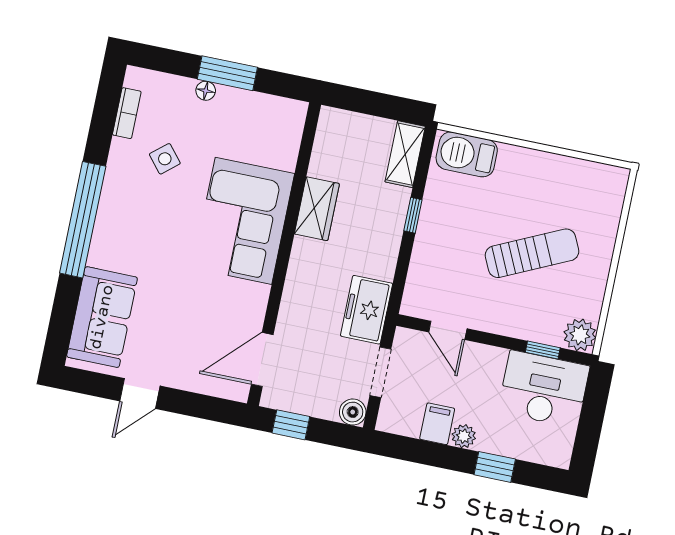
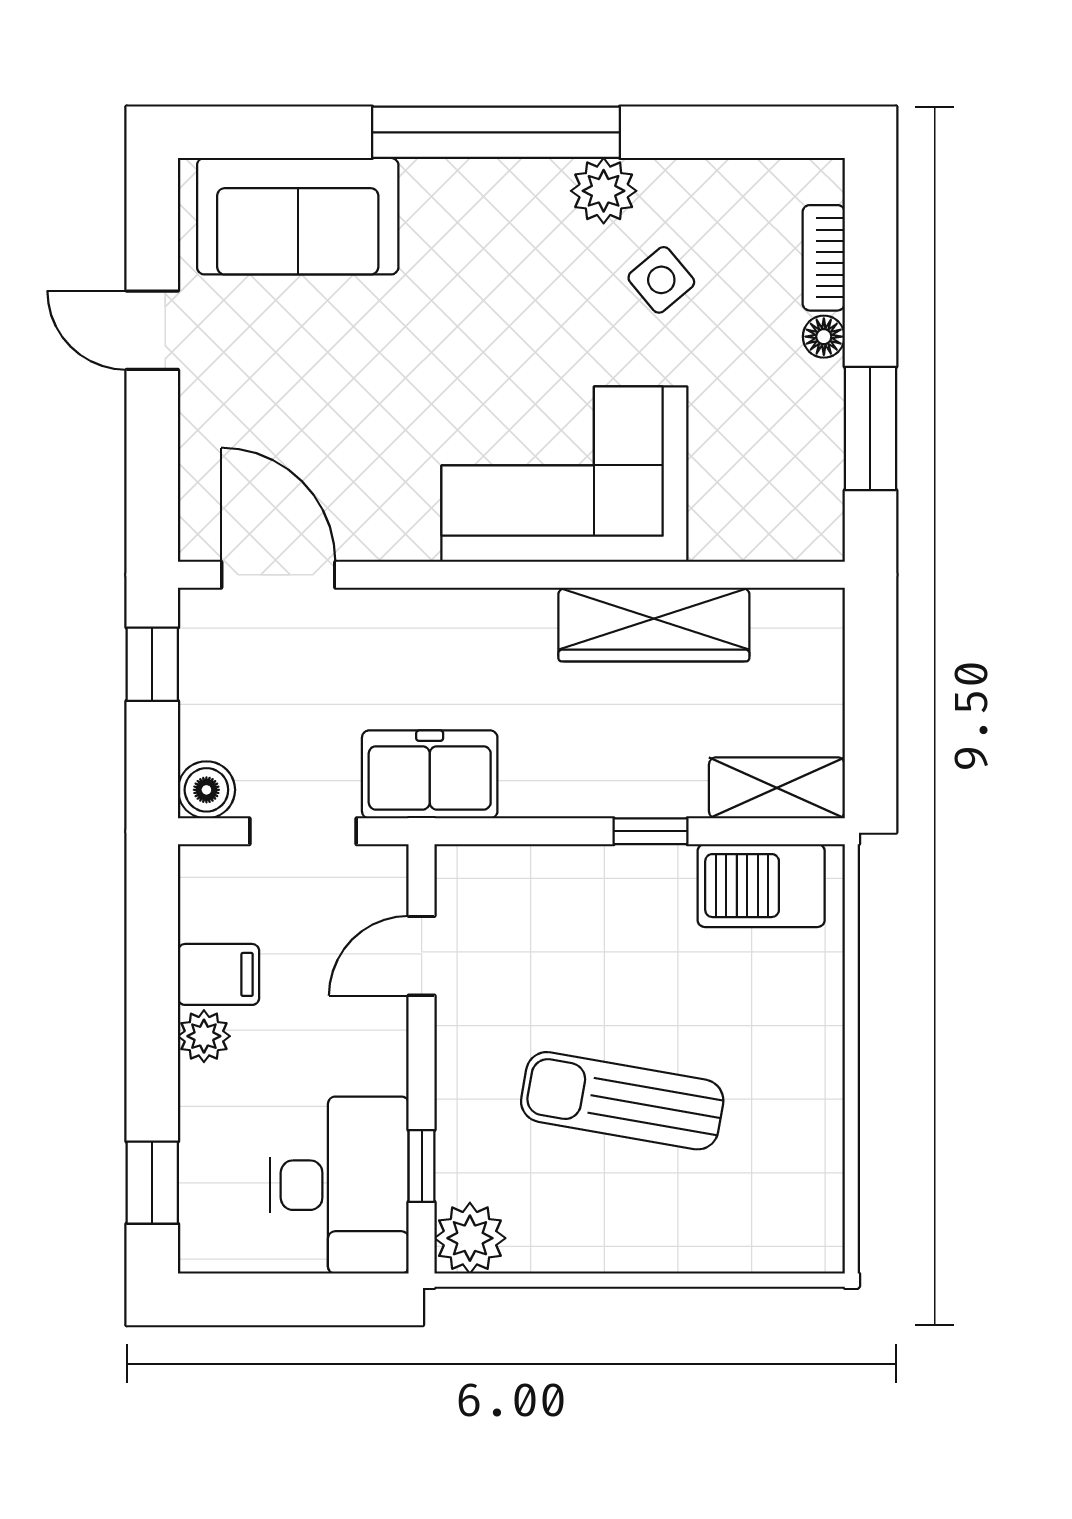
window: (227, 73) -> (870, 428), moved
bookcase: (127, 113) -> (824, 258), moved, turned 90
barbecue: (467, 154) -> (761, 886), moved, turned -90
plant: (119, 177) -> (604, 191), added
wardrobe: (317, 209) -> (654, 625), width x1.50
sun lounger: (532, 253) -> (622, 1101), turned 125
window: (495, 467) -> (152, 1183), moved

